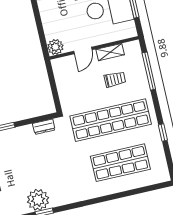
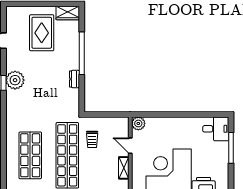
trolley: (115, 79) -> (92, 139), moved
dresser: (44, 127) -> (74, 79), moved

